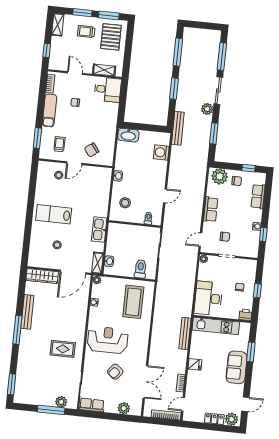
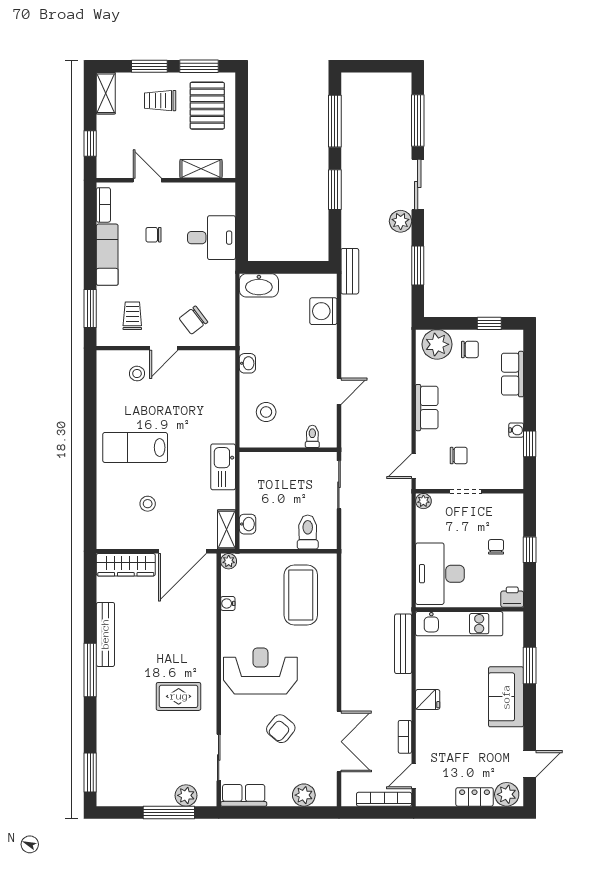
desk: (108, 90) -> (211, 238), moved
bench: (178, 128) -> (350, 271), width x0.73

